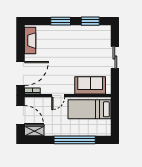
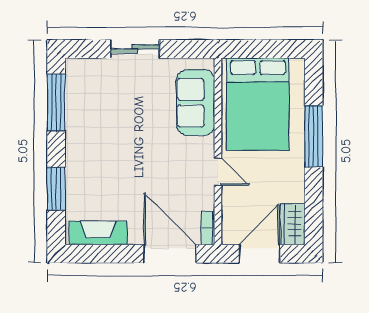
window: (61, 21) -> (56, 189), moved
window: (90, 21) -> (56, 102), width x1.44
bed: (89, 109) -> (258, 104), width x1.50
window: (75, 140) -> (314, 136), width x0.68

